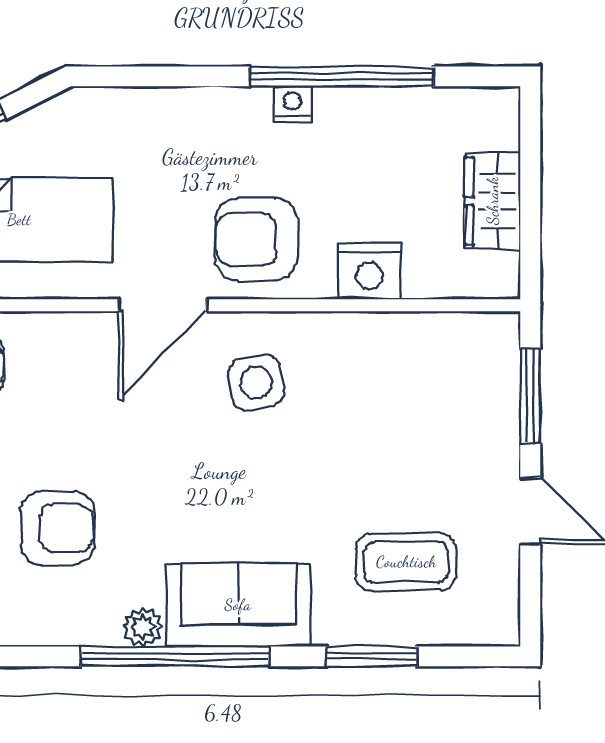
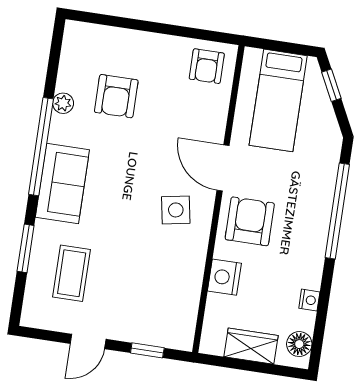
window: (342, 76) -> (337, 211), moved
nightstand: (292, 104) -> (309, 300), moved
floor lamp: (475, 110) -> (299, 344), added
window: (530, 396) -> (147, 350), width x0.67
plant: (143, 627) -> (63, 103), moved

